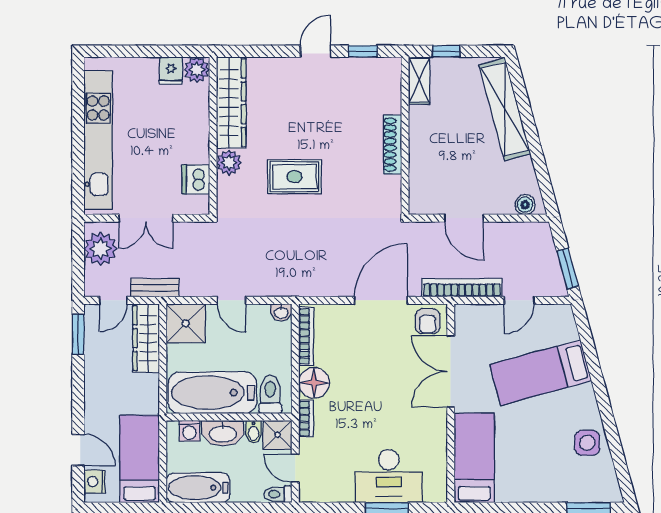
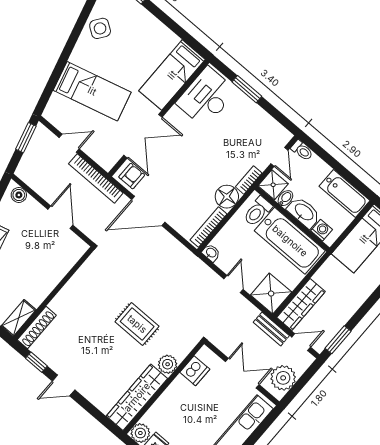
shoe rack: (392, 145) -> (37, 328), moved
side table: (587, 443) -> (100, 28), turned 35
desk: (389, 476) -> (206, 97), moved, turned -90

